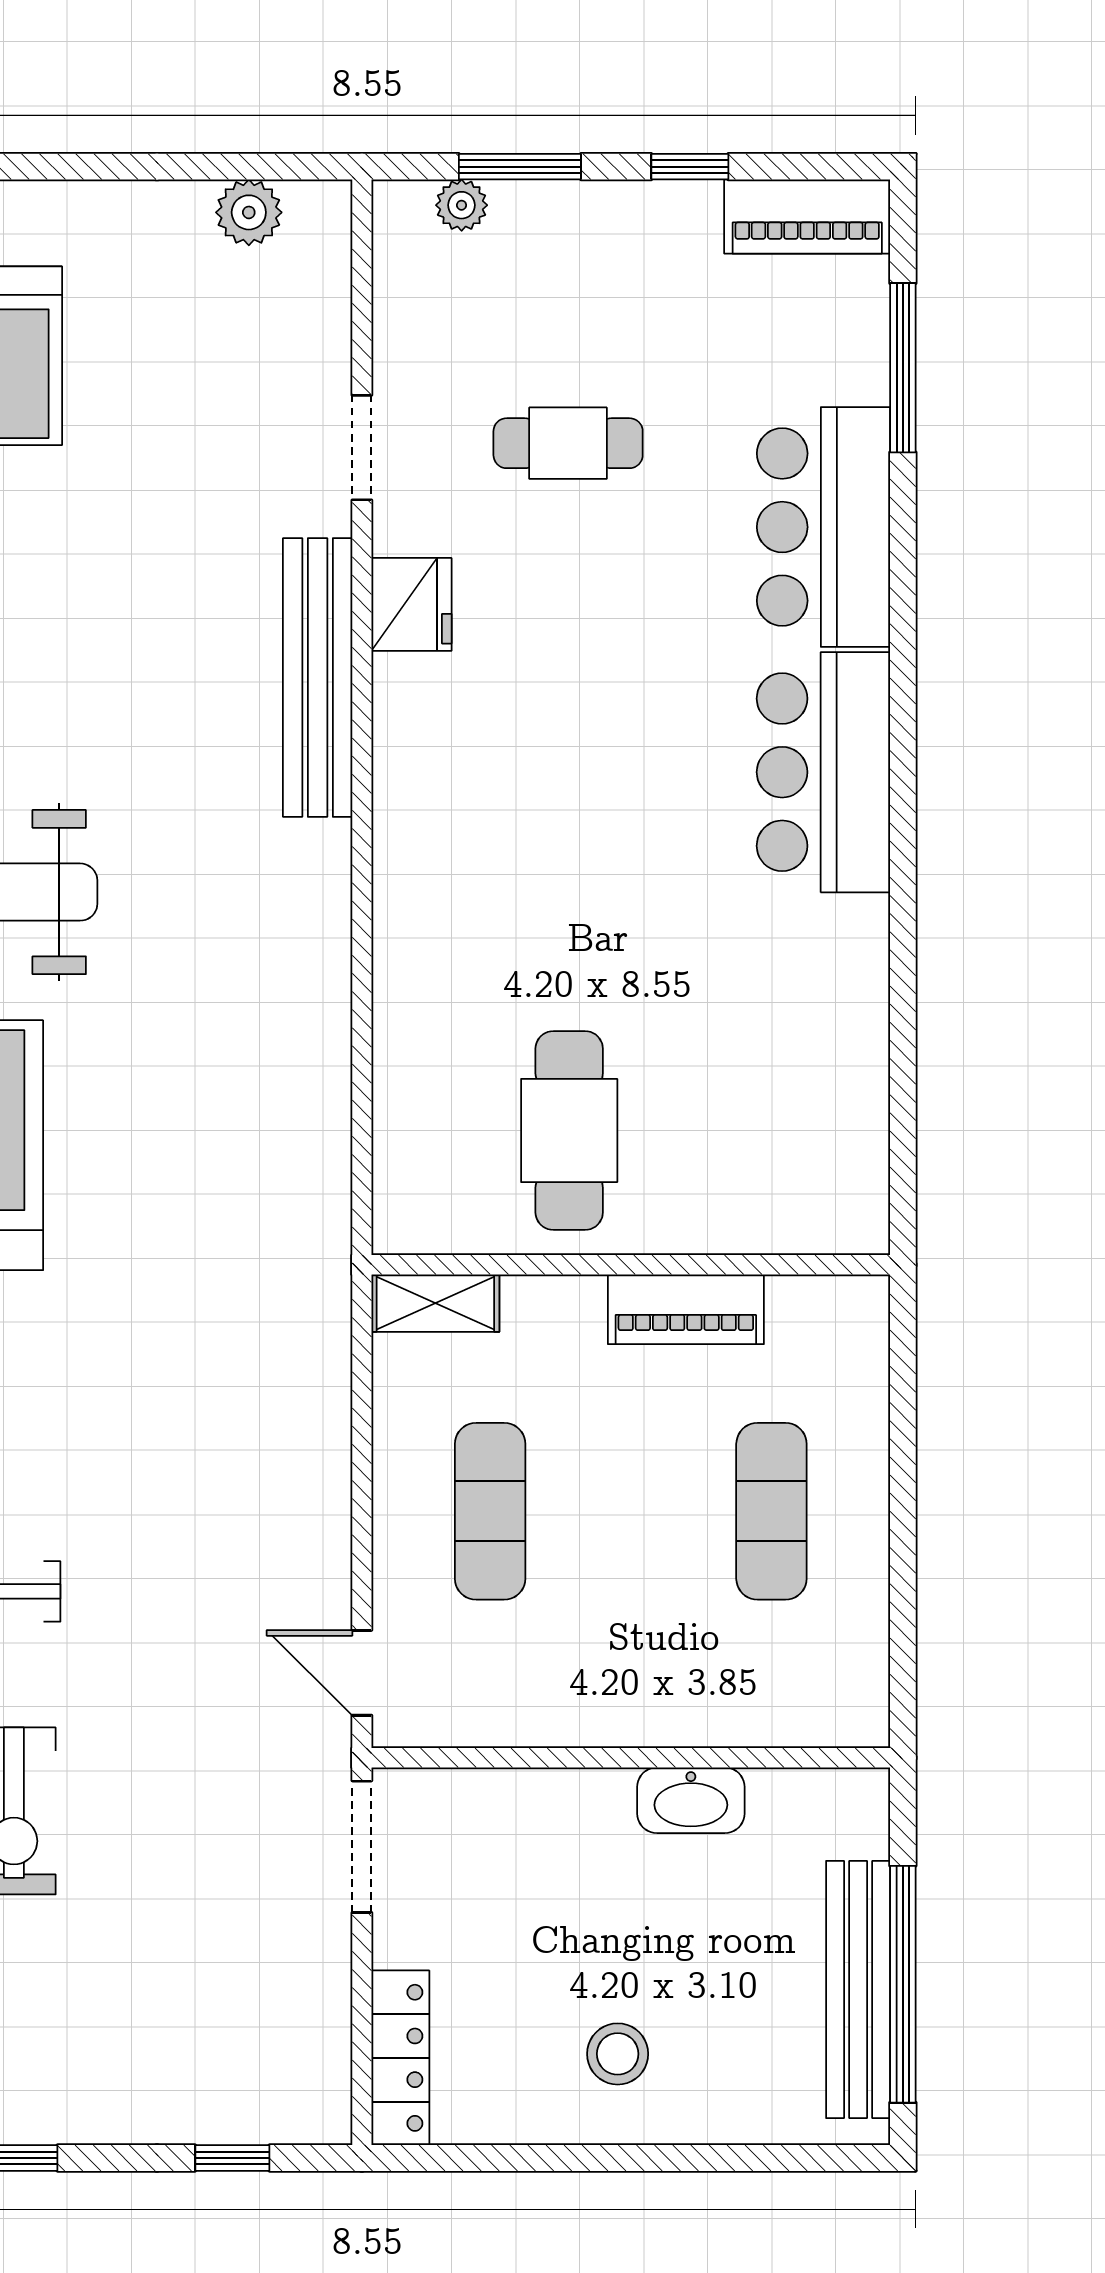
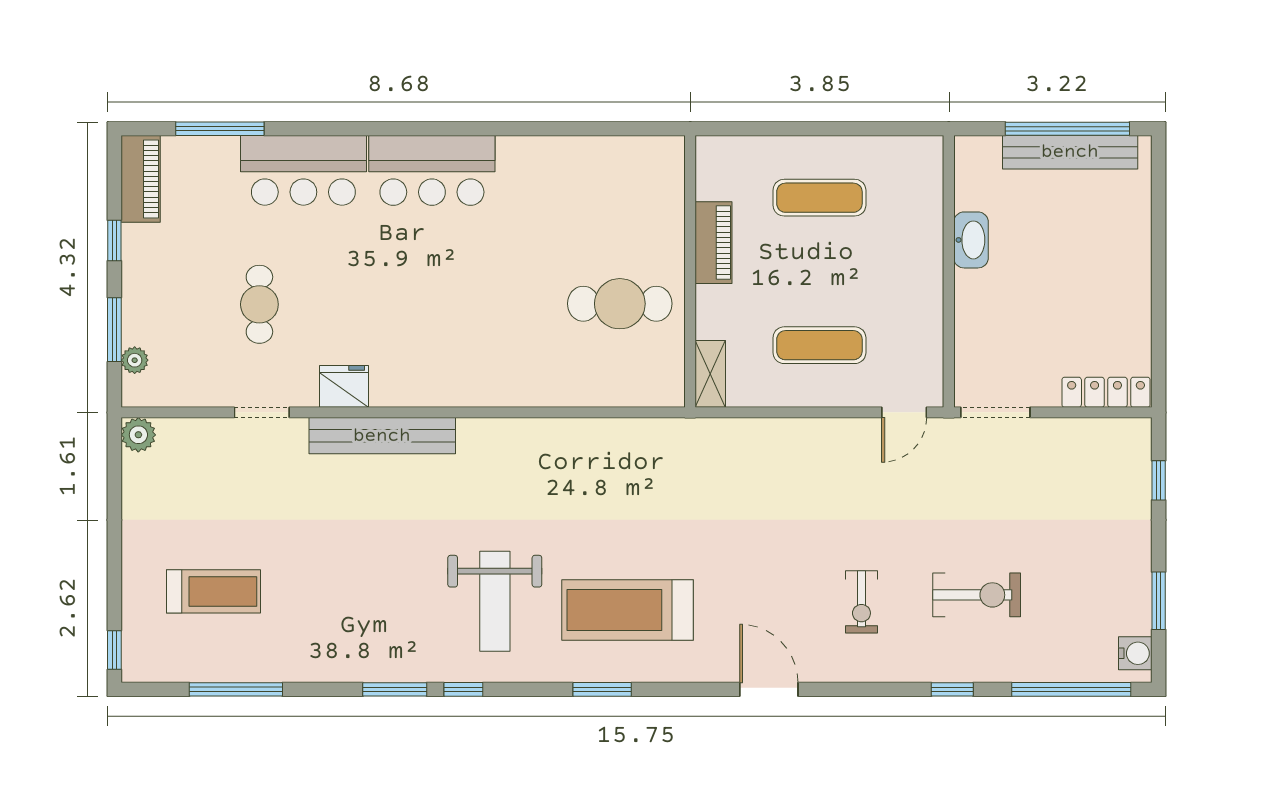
plant: (249, 212) -> (138, 435), moved
stool: (618, 2054) -> (1104, 278), removed

